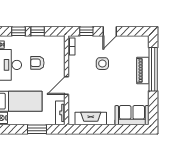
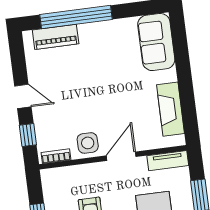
side table: (102, 64) -> (88, 143), moved
piano: (143, 70) -> (56, 37), moved
door: (66, 85) -> (121, 156), swing flipped

